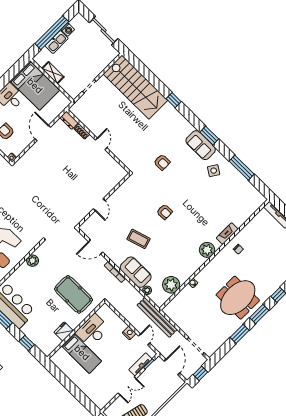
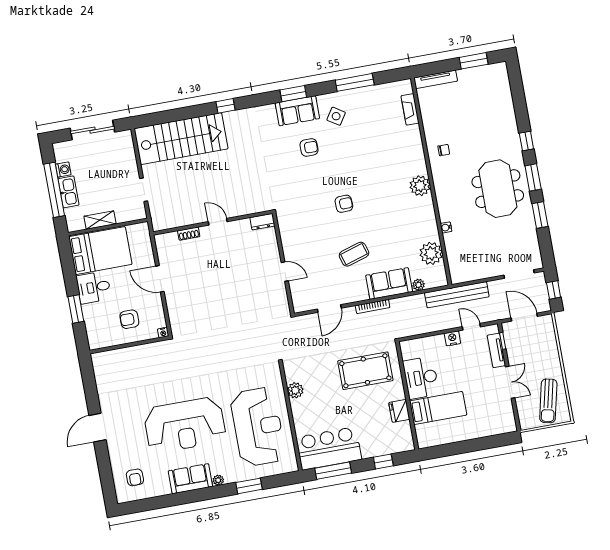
dresser: (69, 120) -> (262, 222), moved
armchair: (162, 162) -> (309, 147), moved
fireplace: (227, 234) -> (410, 109), moved

